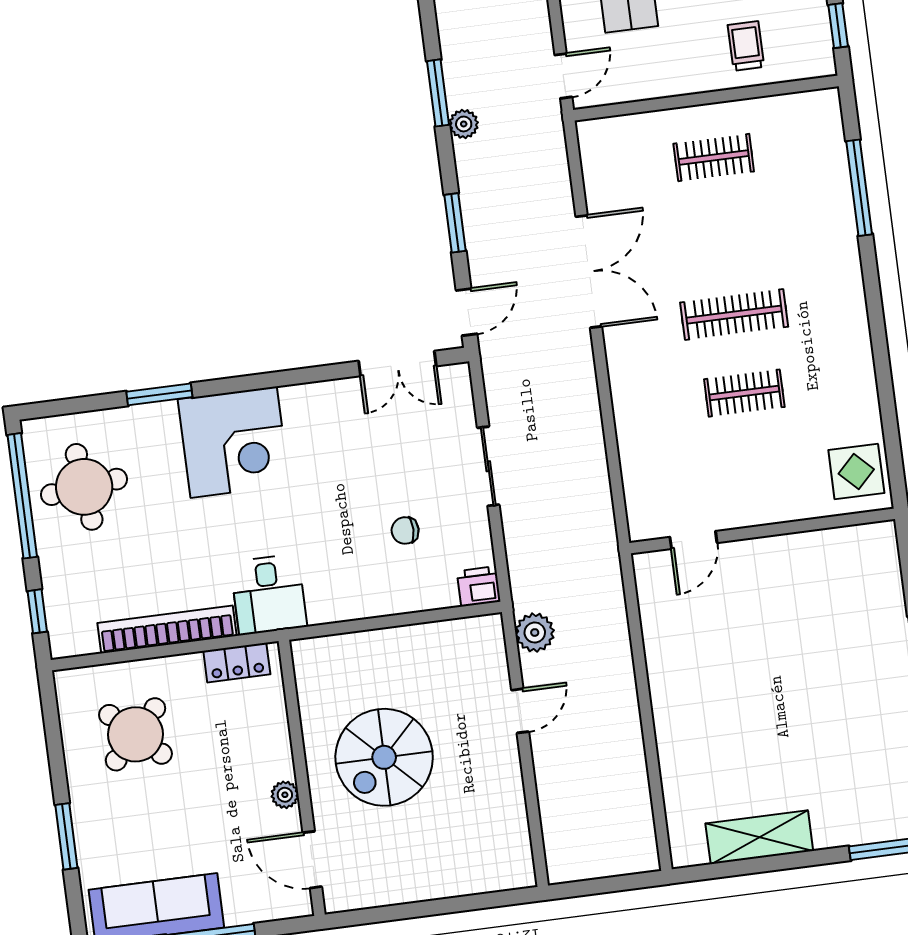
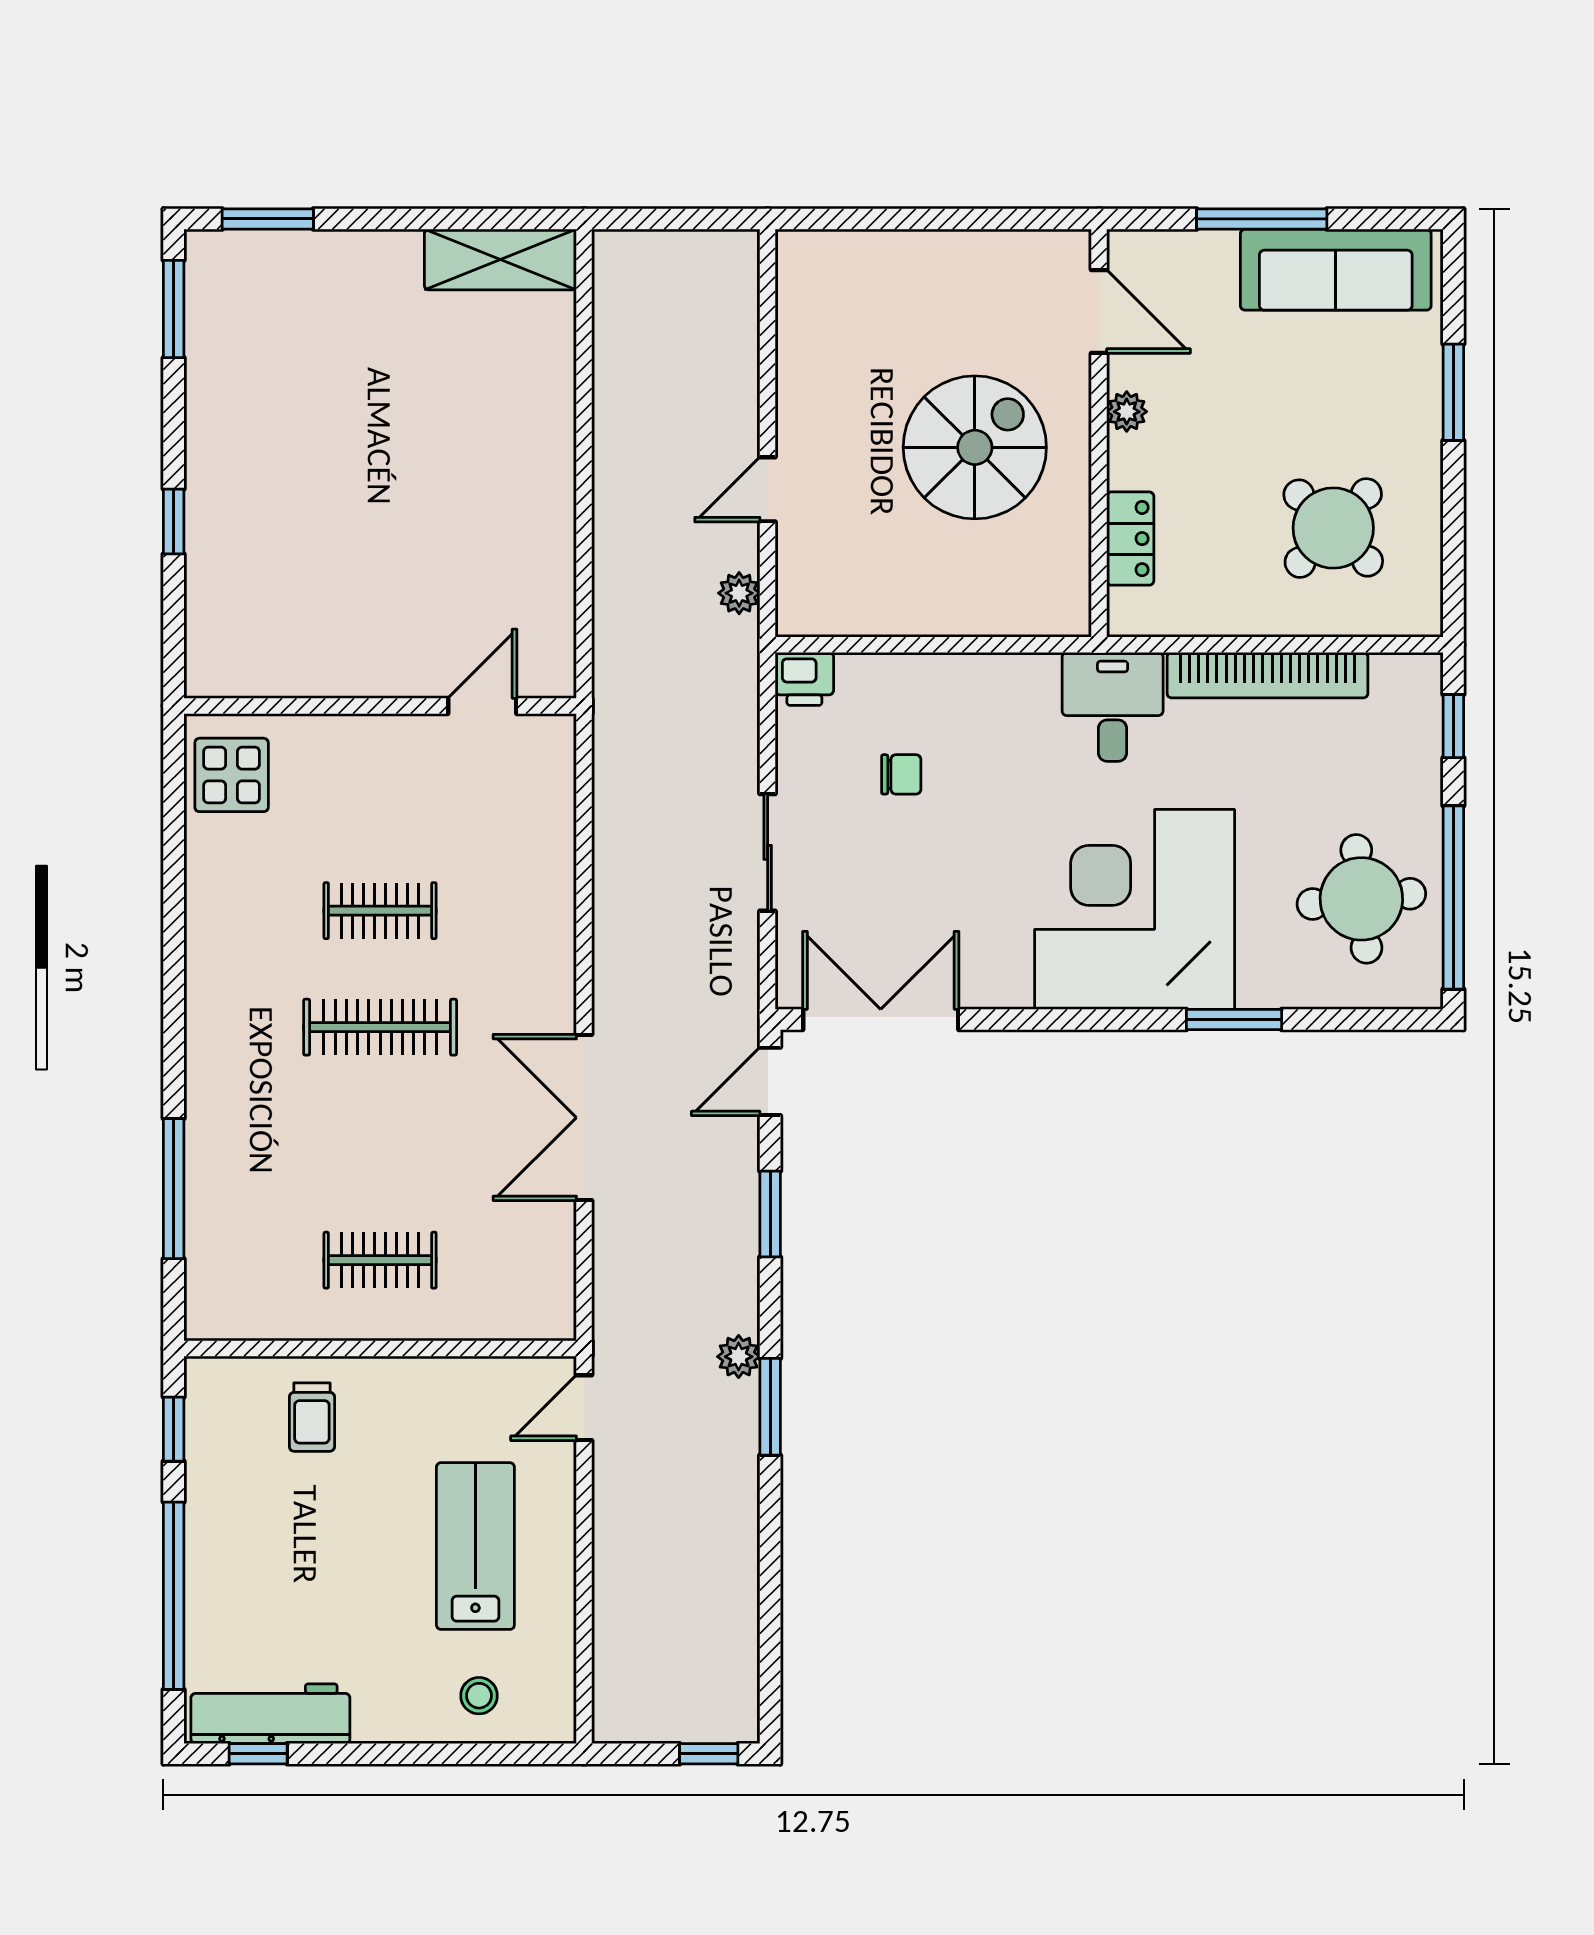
double door: (397, 364) -> (881, 1020), width x1.37
corner desk: (234, 442) -> (1135, 909), width x1.36, depth x1.36
plant: (535, 633) -> (739, 593), width x0.73, depth x0.73
locker: (237, 663) -> (1130, 539), moved, turned 90
shelving: (759, 837) -> (500, 260), moved

